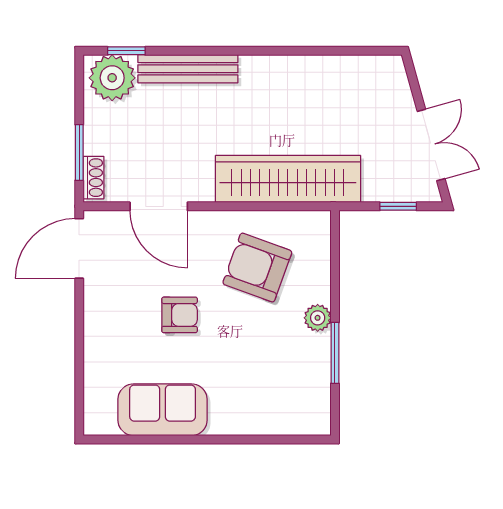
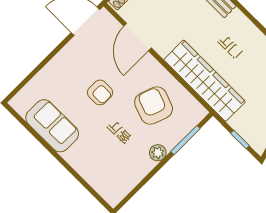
window: (335, 353) -> (185, 140), moved

